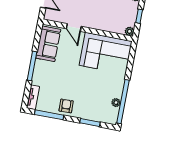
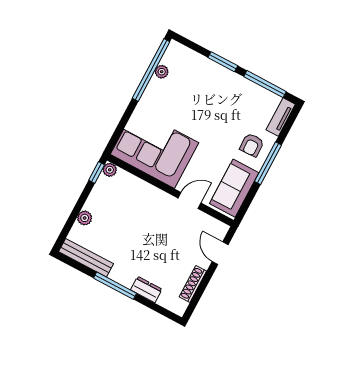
window: (139, 16) -> (97, 172), moved
door: (74, 28) -> (189, 200), hinge flipped
armchair: (66, 106) -> (252, 145), moved
window: (90, 123) -> (223, 62), moved

